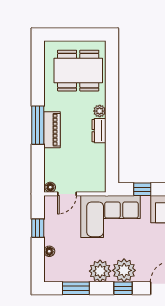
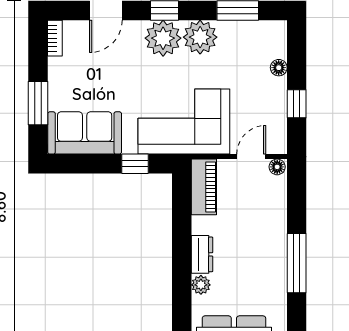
piano: (52, 130) -> (204, 187), moved, turned 180

